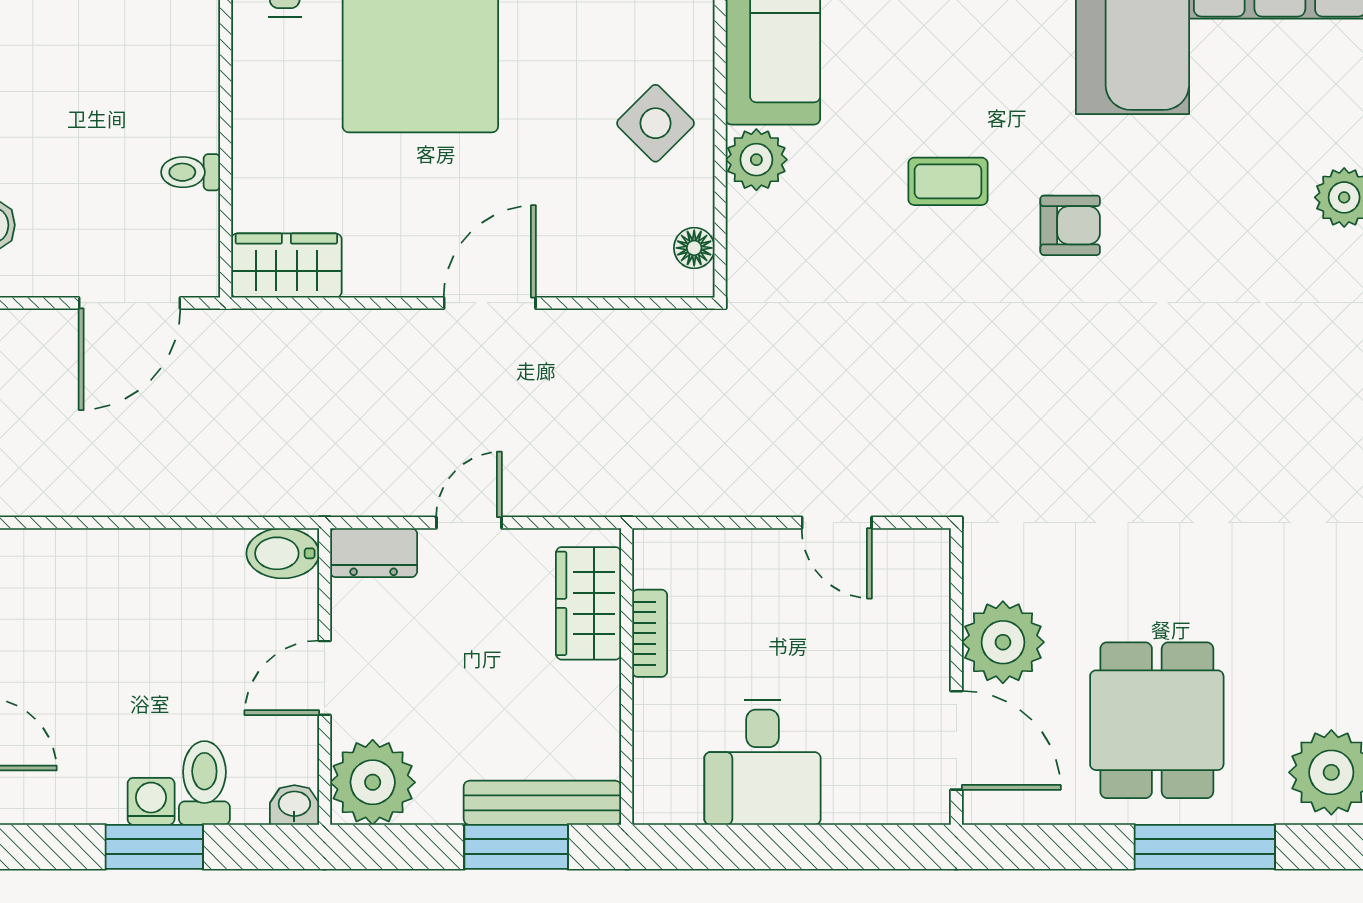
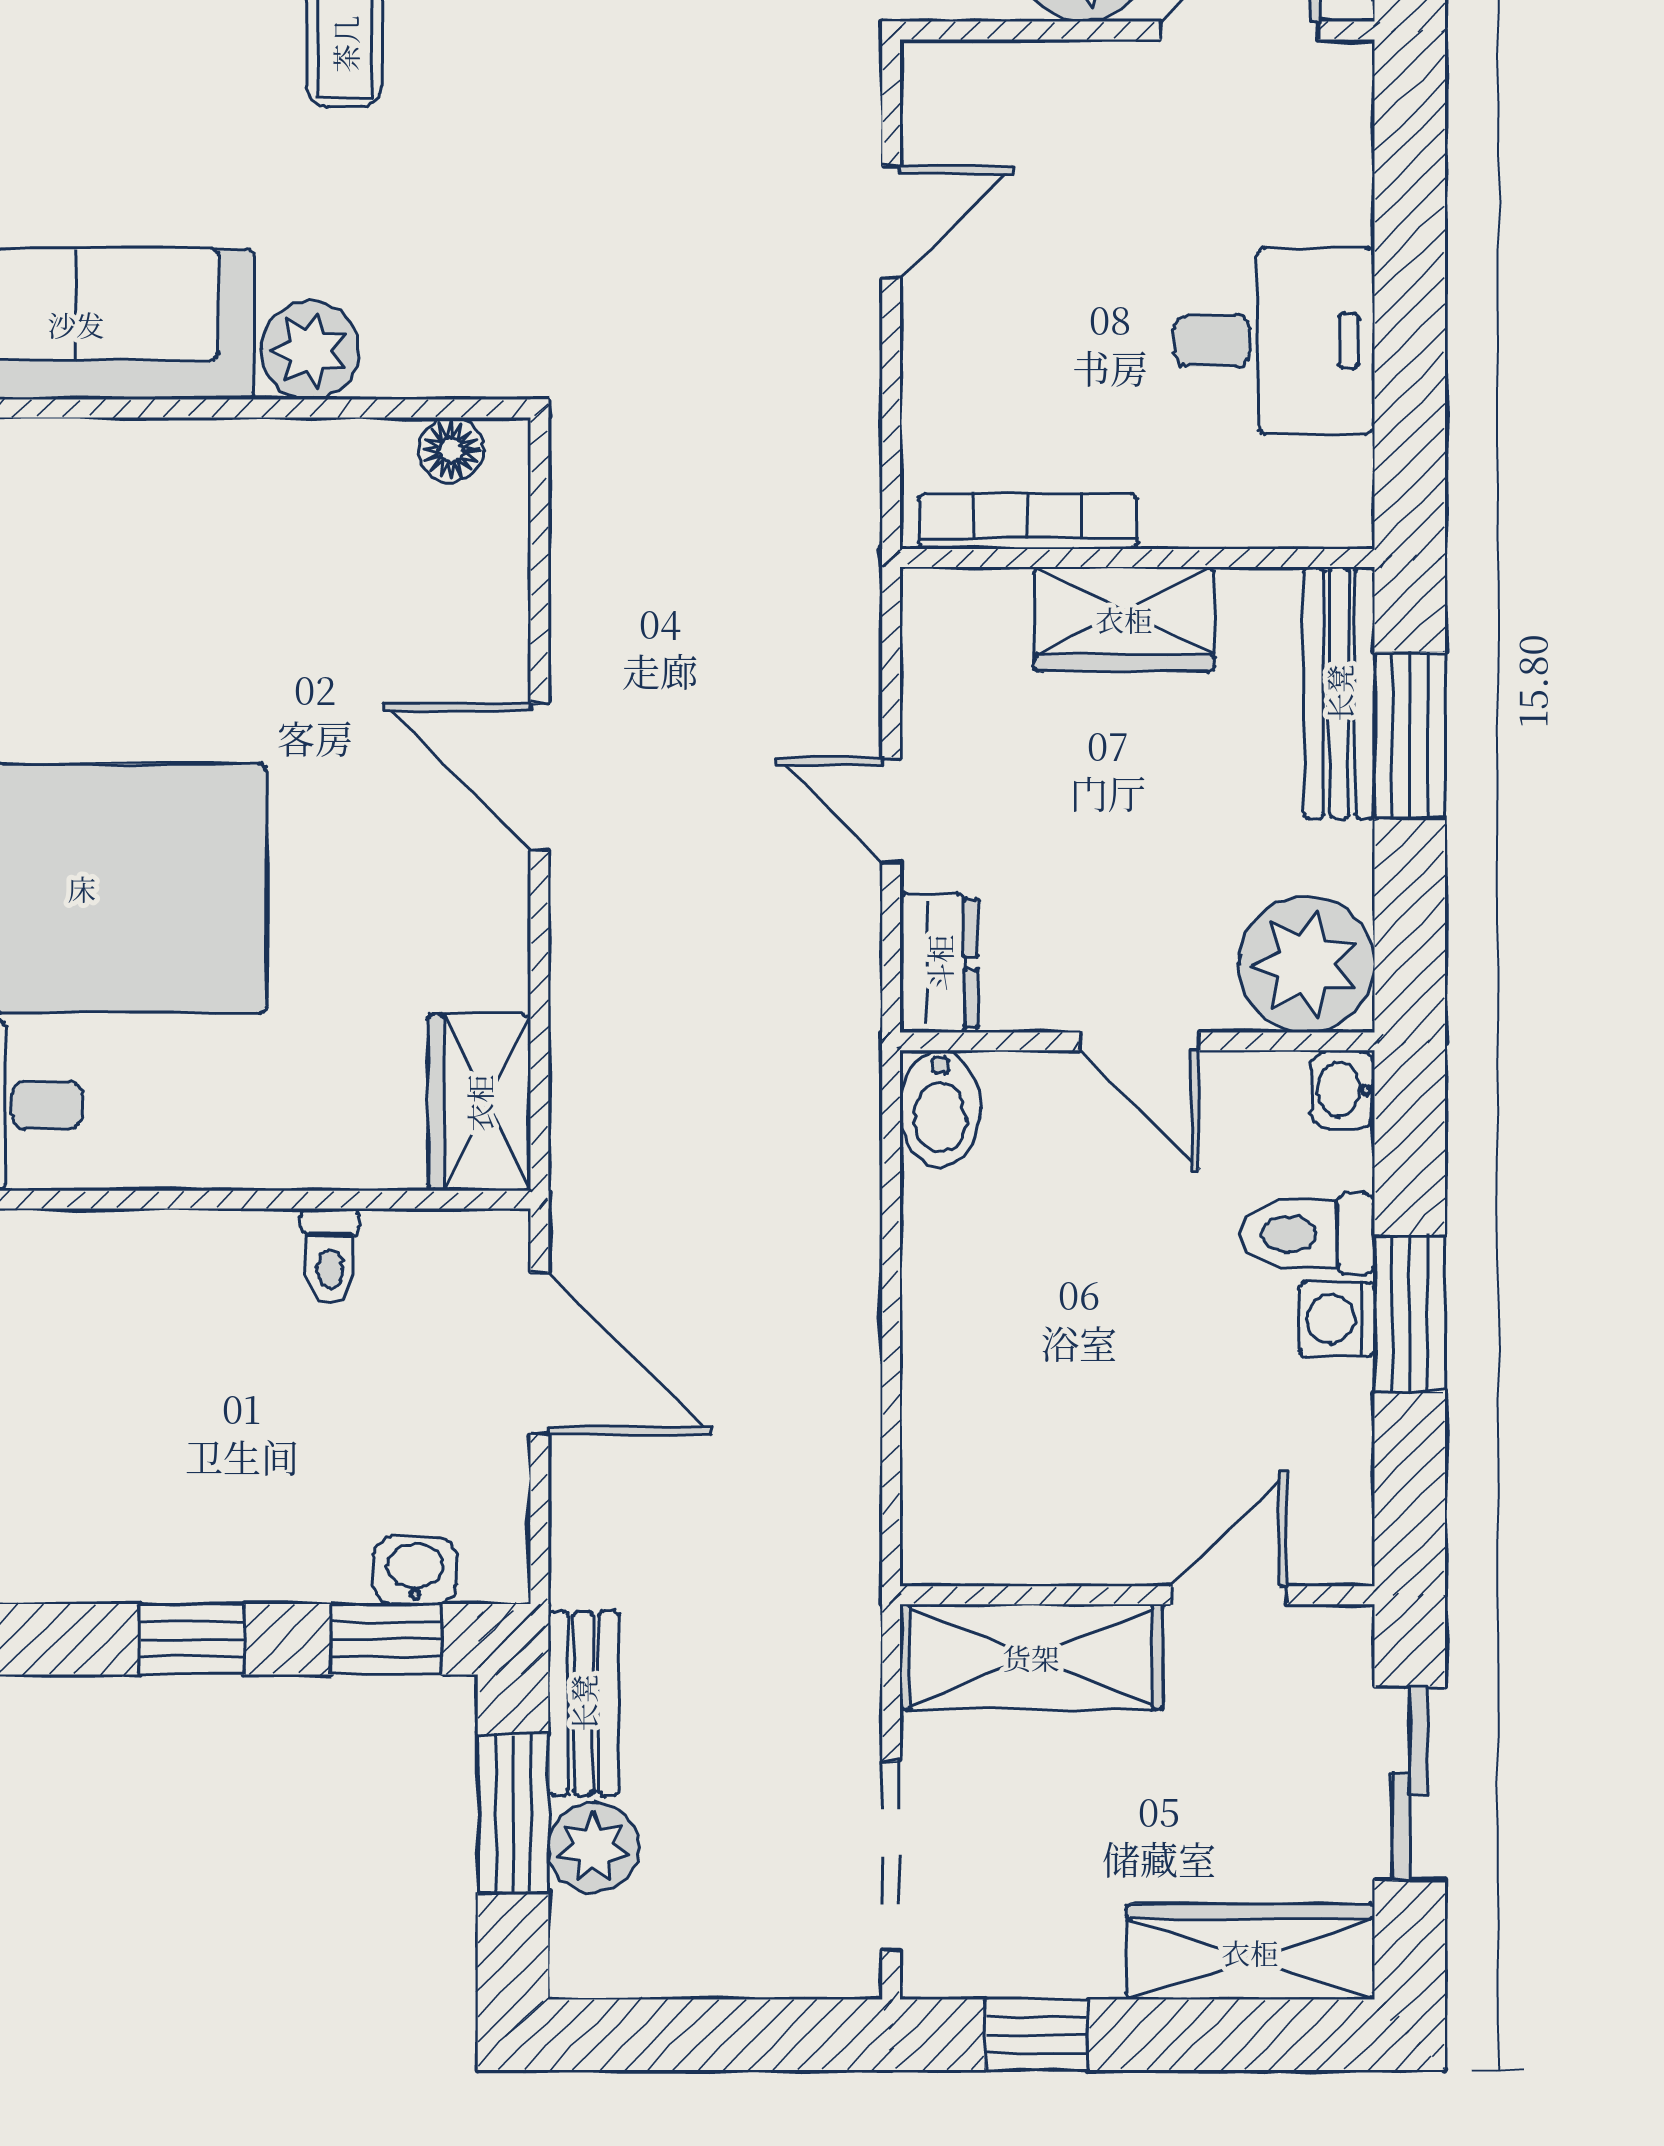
side table: (656, 123) -> (252, 512), removed
wardrobe: (589, 603) -> (1124, 619), moved
bookcase: (650, 633) -> (1029, 521), width x1.56

